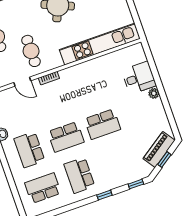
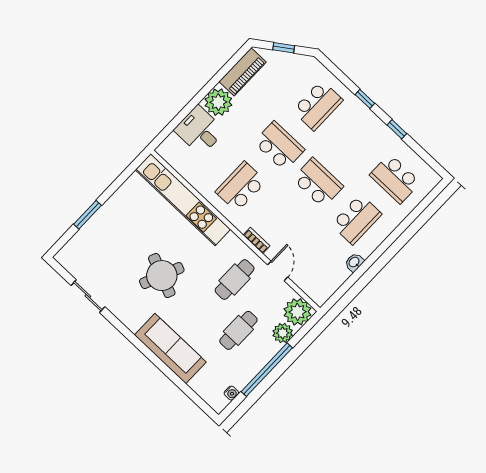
school desk: (89, 86) -> (241, 187), added
plant: (154, 93) -> (218, 102), width x1.87, depth x1.87
piano: (159, 150) -> (243, 72), moved, turned -55
school desk: (79, 175) -> (318, 105), moved
window: (136, 184) -> (397, 129), moved

